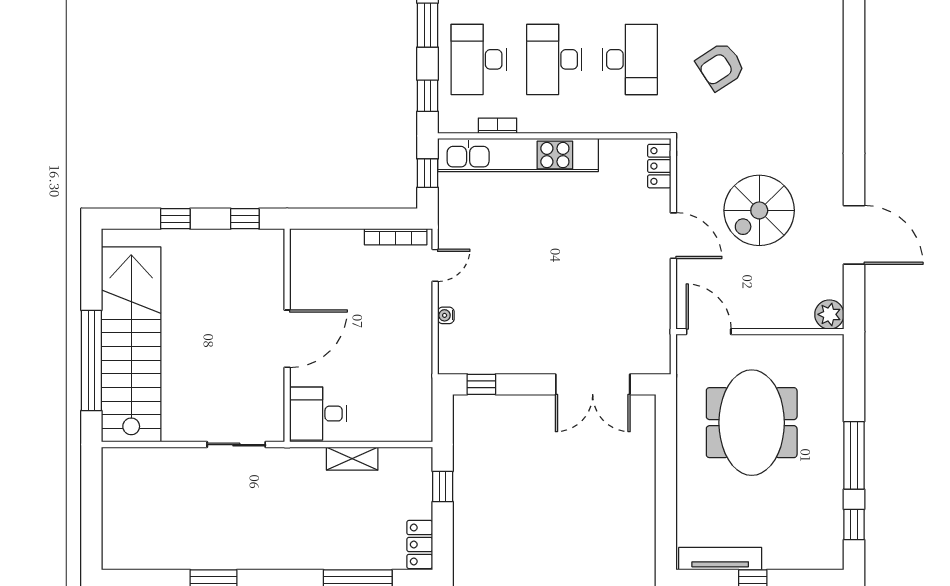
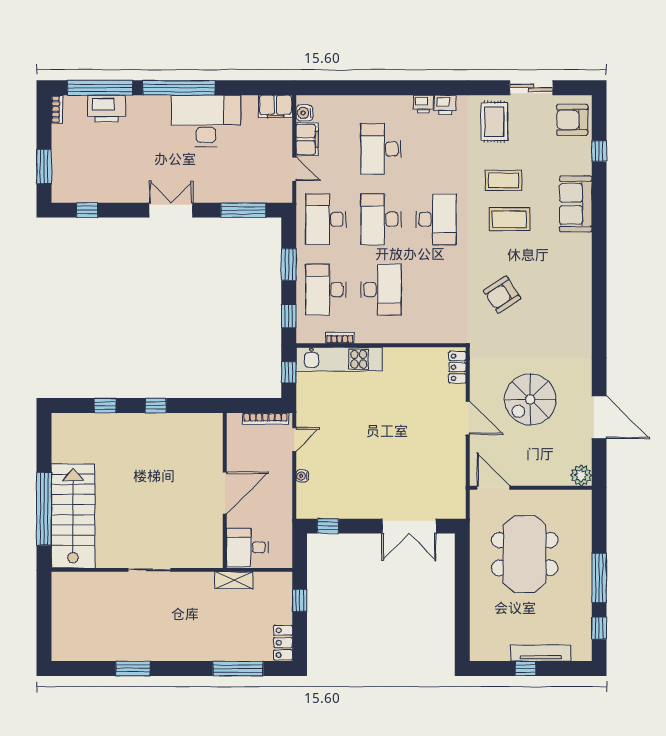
desk: (554, 59) -> (381, 290), turned 180
desk: (630, 59) -> (436, 290), removed
kitchen unit: (518, 155) -> (339, 359), width x0.73
wall: (287, 335) -> (225, 490), moved
door: (287, 339) -> (225, 493), moved
stairs: (131, 344) -> (73, 516), width x0.73
desk: (318, 414) -> (247, 547), moved
tv unit: (720, 559) -> (541, 653), moved

